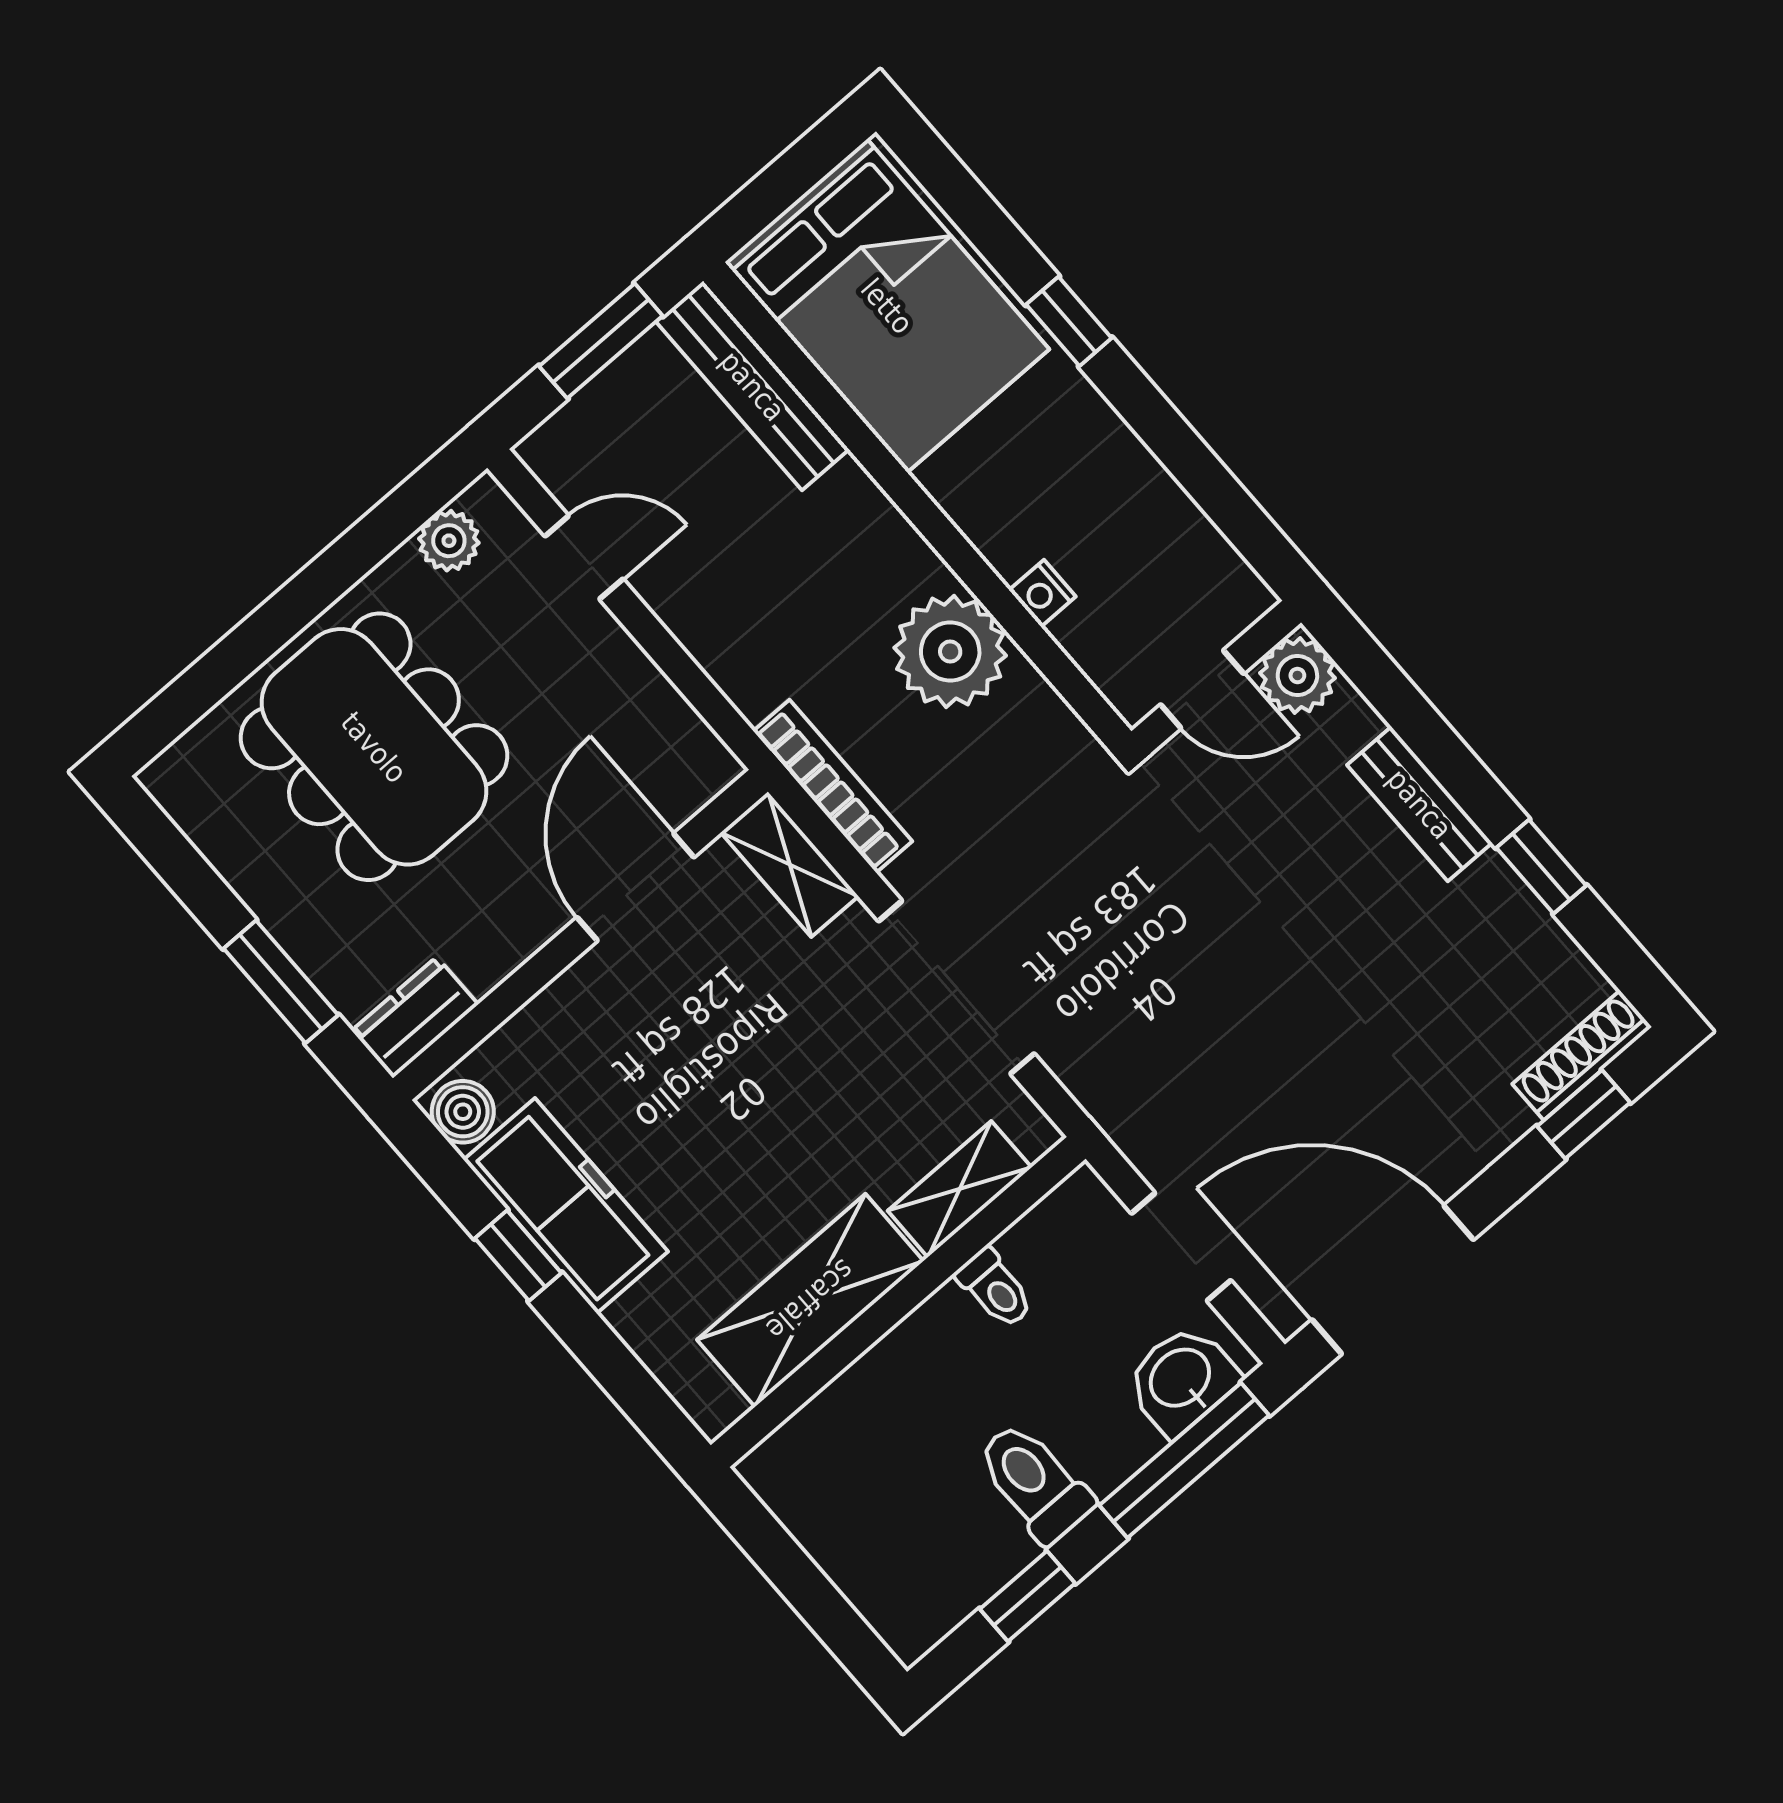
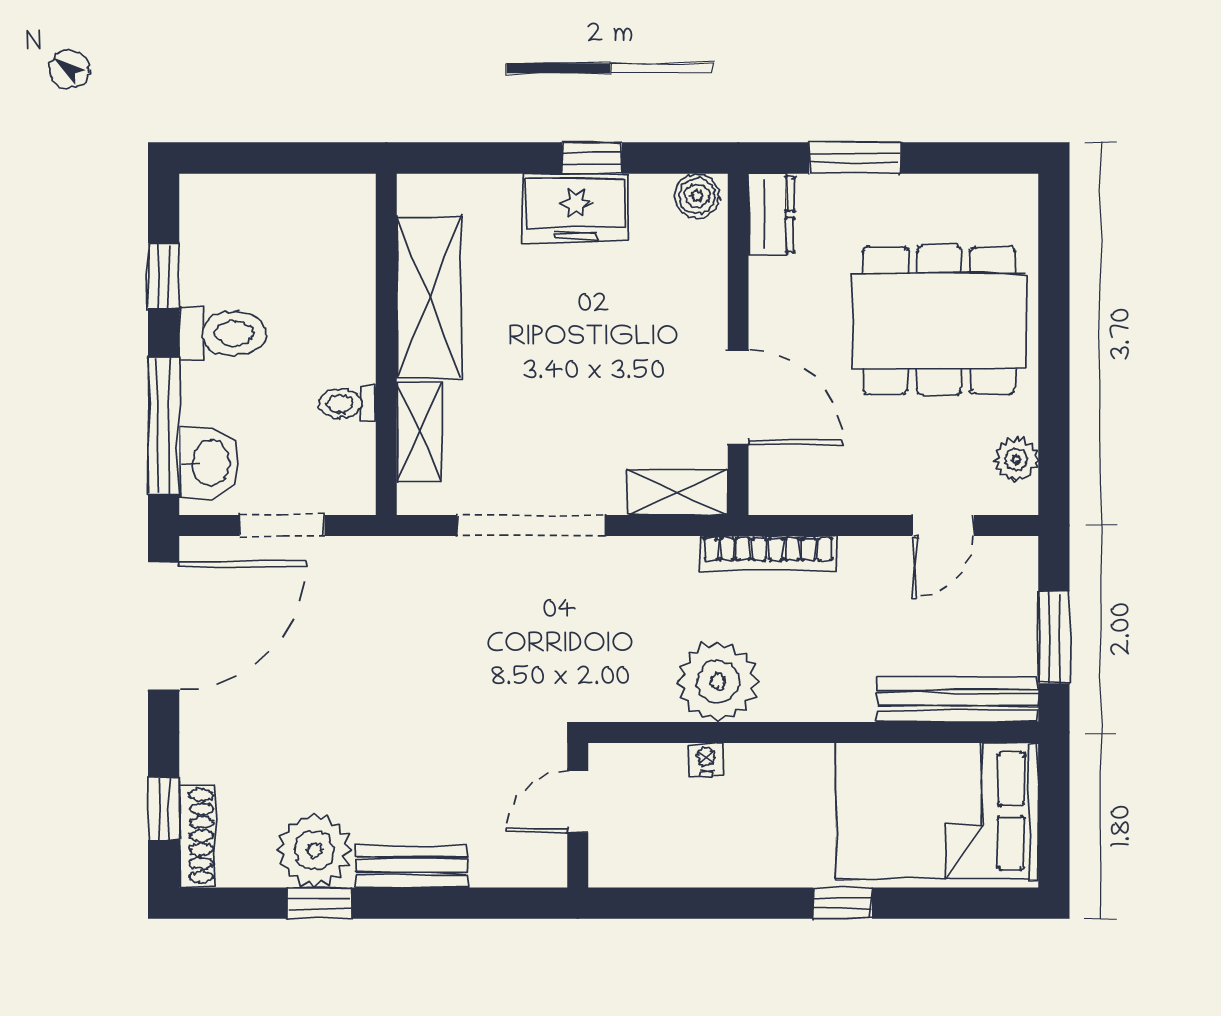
plant: (1297, 675) -> (314, 850), moved, width x1.36, depth x1.36
bookcase: (833, 786) -> (768, 553), moved
freezer: (566, 1206) -> (576, 208), width x0.71

